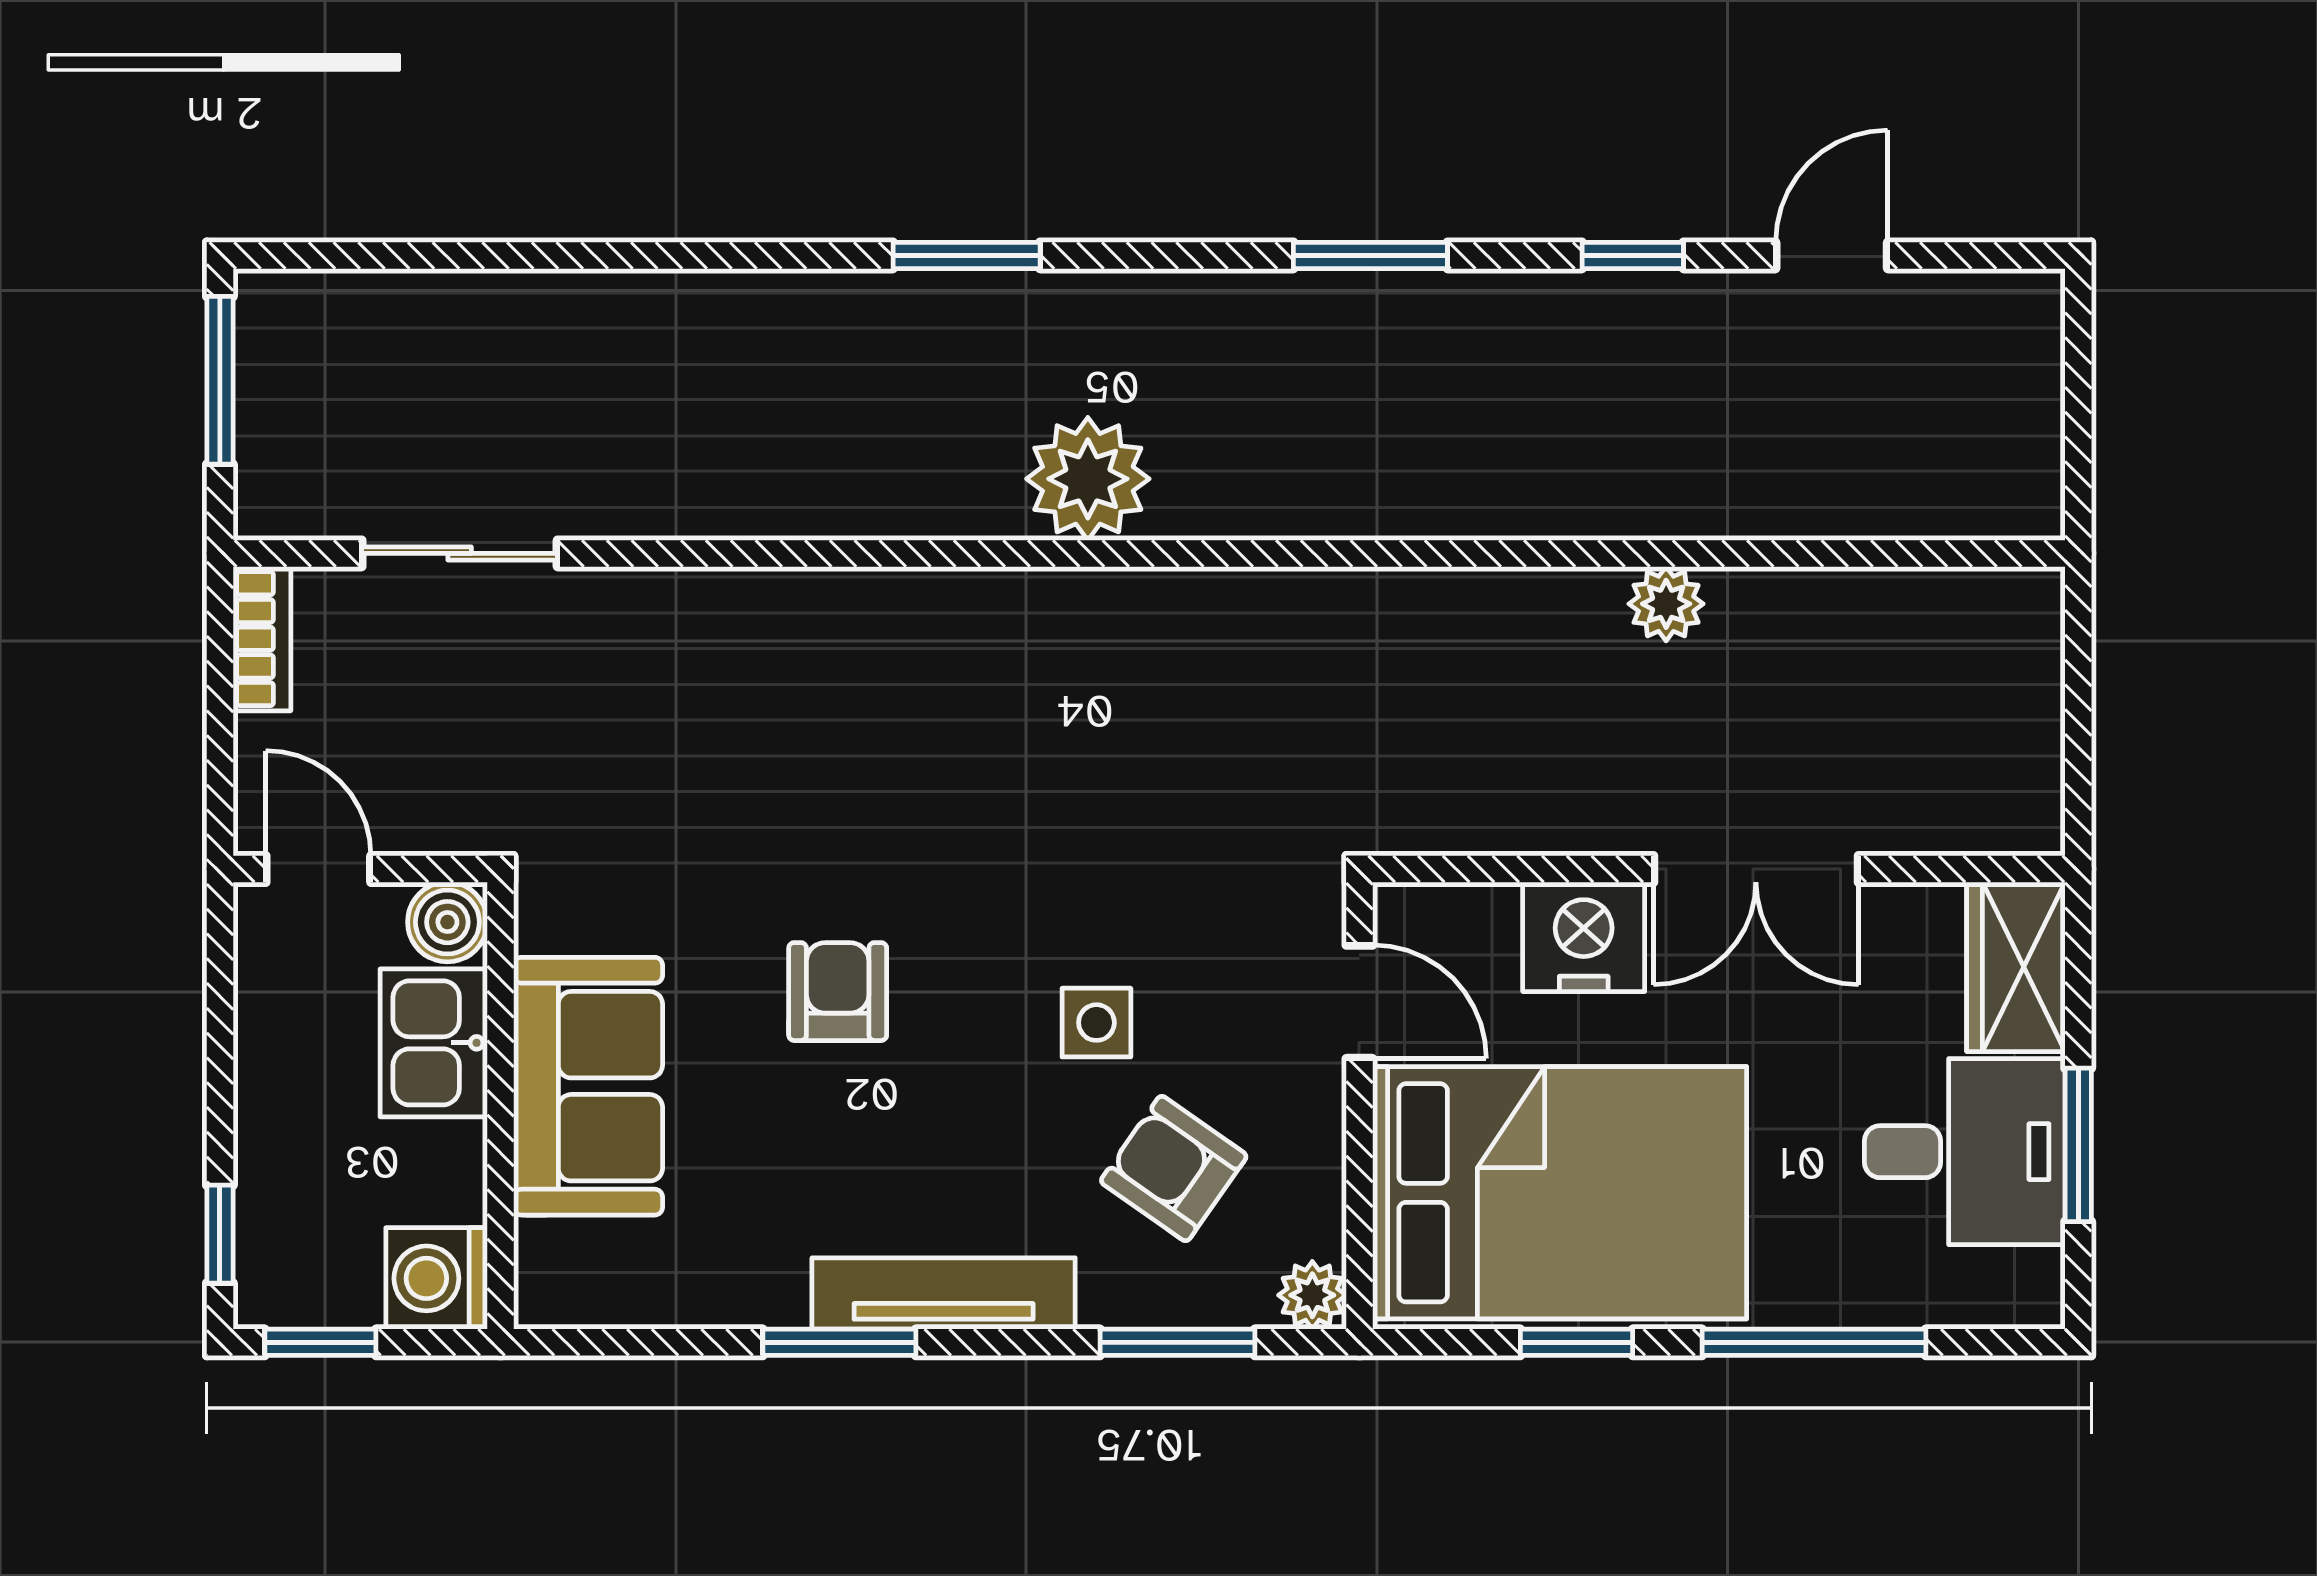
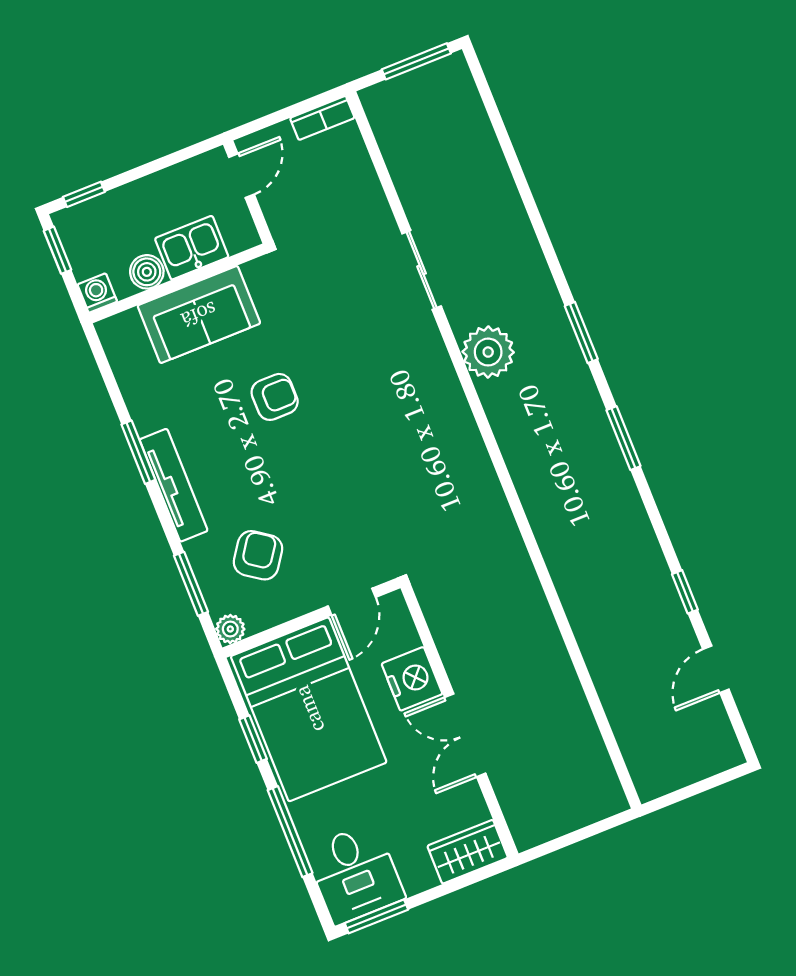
window: (1370, 255) -> (623, 438), moved
door: (1832, 255) -> (716, 669), swing flipped
plant: (1088, 479) -> (488, 352), moved
sliding door: (460, 553) -> (422, 270), moved
plant: (1666, 604) -> (554, 659), removed
boiler: (447, 922) -> (147, 272), moved
side table: (1096, 1023) -> (303, 503), removed
window: (2078, 1145) -> (376, 916), moved
desk: (1965, 1152) -> (355, 874), moved
washing machine: (437, 1278) -> (97, 293), width x0.73, depth x0.73

